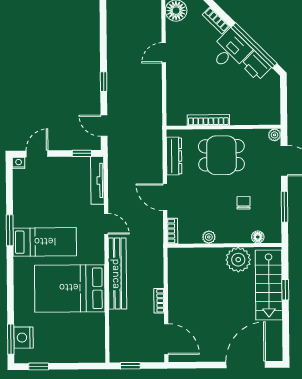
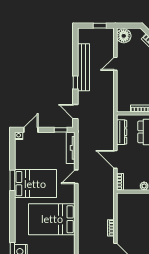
door: (106, 224) -> (76, 177), swing flipped
bed: (45, 242) -> (35, 184), width x1.50
bench: (117, 274) -> (83, 67), moved

